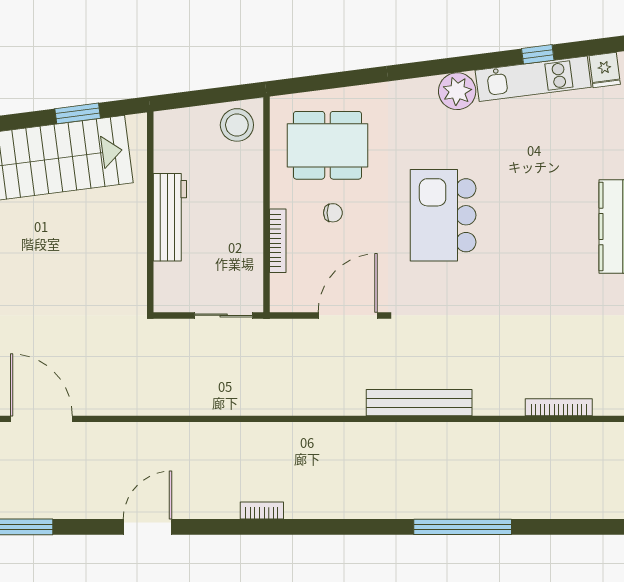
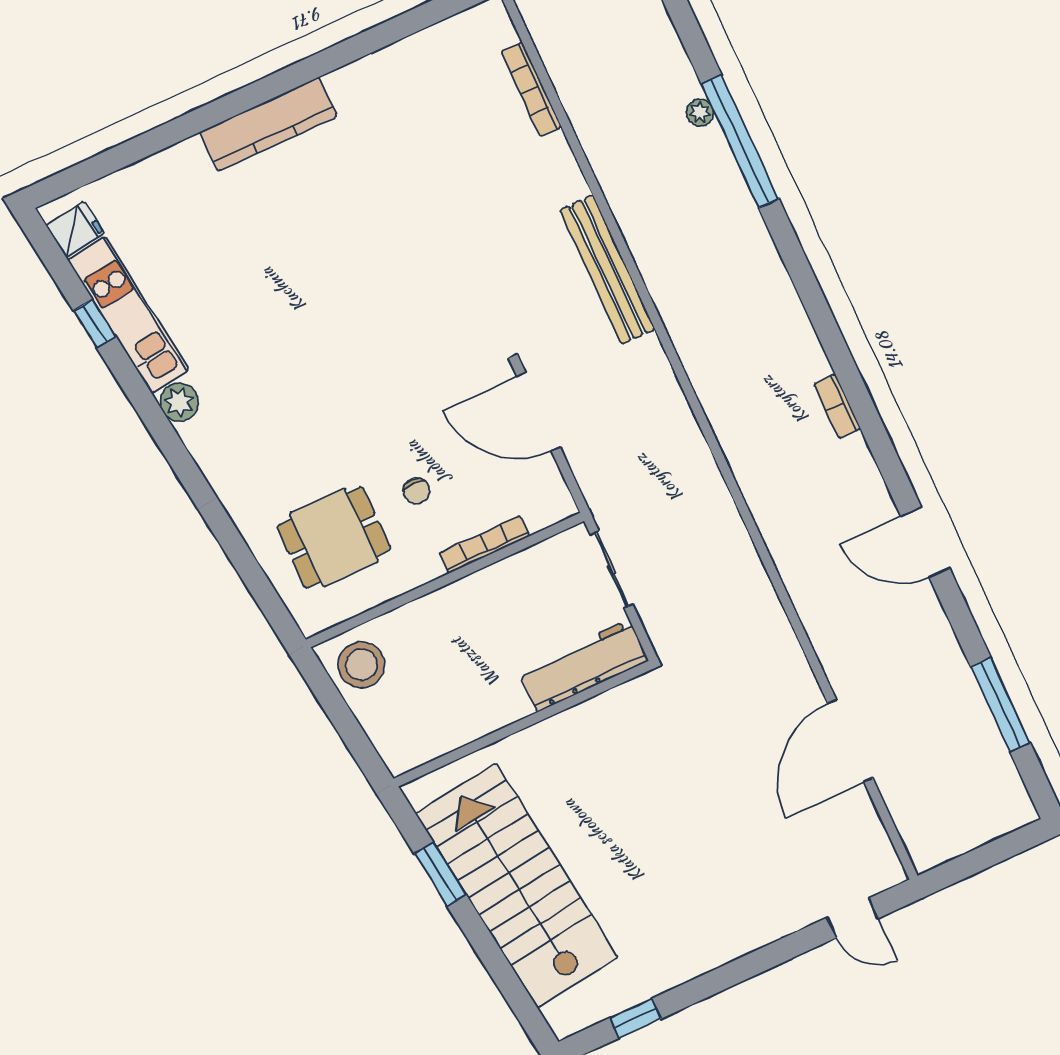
plant: (457, 91) -> (179, 402), width x0.73, depth x0.73
dining table: (327, 145) -> (334, 538), width x0.73
chair: (333, 213) -> (417, 491), turned 180
kitchen island: (443, 215) -> (355, 349), removed
workbench: (170, 217) -> (583, 666), moved
plant: (493, 510) -> (700, 113), added

